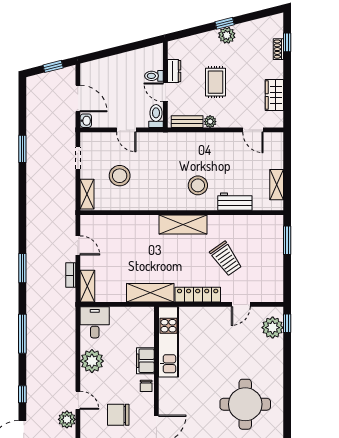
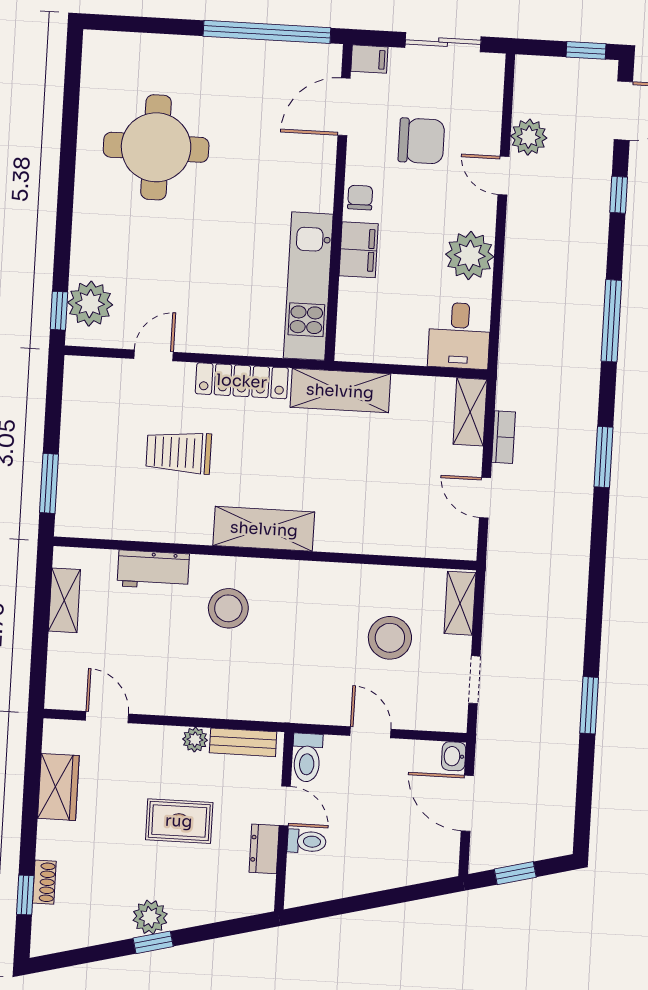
rug: (215, 82) -> (179, 821), turned 90
trolley: (226, 259) -> (179, 452), turned -55

